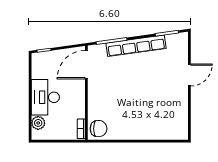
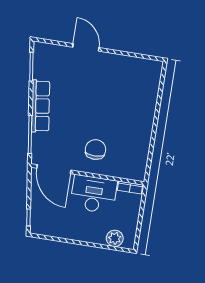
row of seats: (136, 46) -> (41, 106), width x0.73
desk: (45, 97) -> (94, 194), moved, turned 180
chair: (99, 129) -> (95, 150), moved

